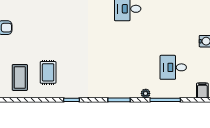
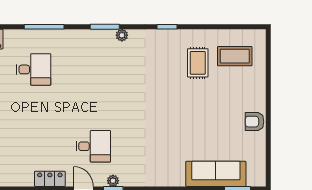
coffee table: (20, 77) -> (235, 56), turned 90
plant: (146, 93) -> (122, 35), moved

